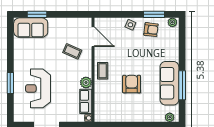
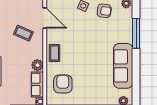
armchair: (132, 84) -> (63, 84), moved
window: (182, 85) -> (136, 33), moved

